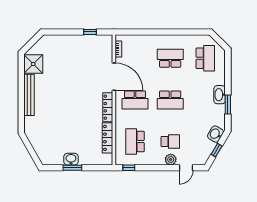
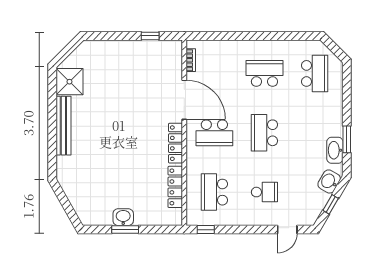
washbasin: (220, 95) -> (335, 150), moved
school desk: (170, 100) -> (264, 133), turned 90
plant: (171, 159) -> (265, 218), removed

